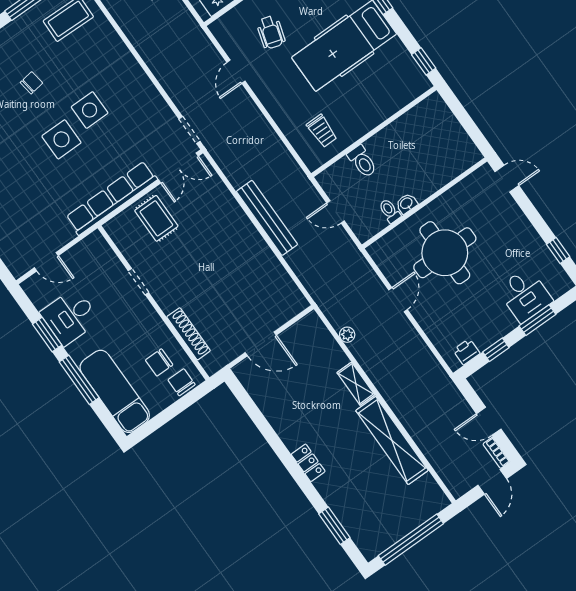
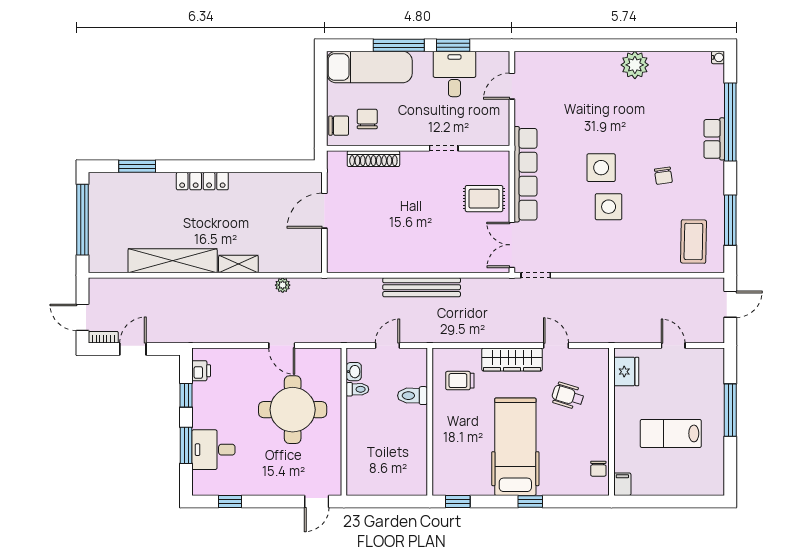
wardrobe: (274, 100) -> (512, 360), added
washbasin: (407, 204) -> (354, 372), moved
locker: (308, 463) -> (202, 181), width x1.53

